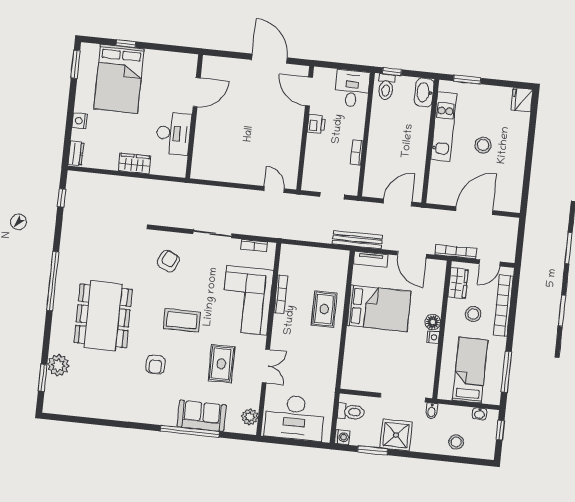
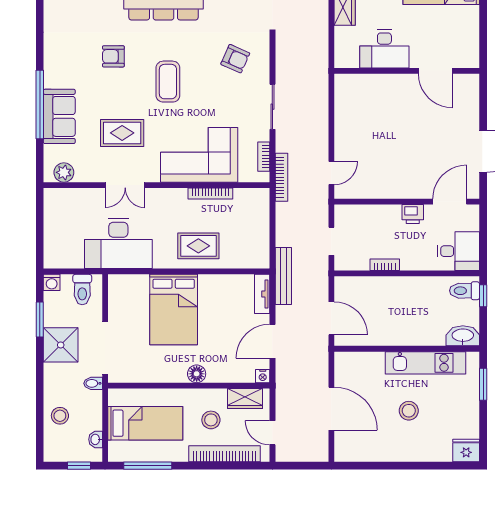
bookcase: (456, 252) -> (281, 177), moved
bed: (379, 308) -> (174, 310), moved
nightstand: (433, 337) -> (263, 376), moved
desk: (295, 417) -> (118, 243), moved, turned -90

